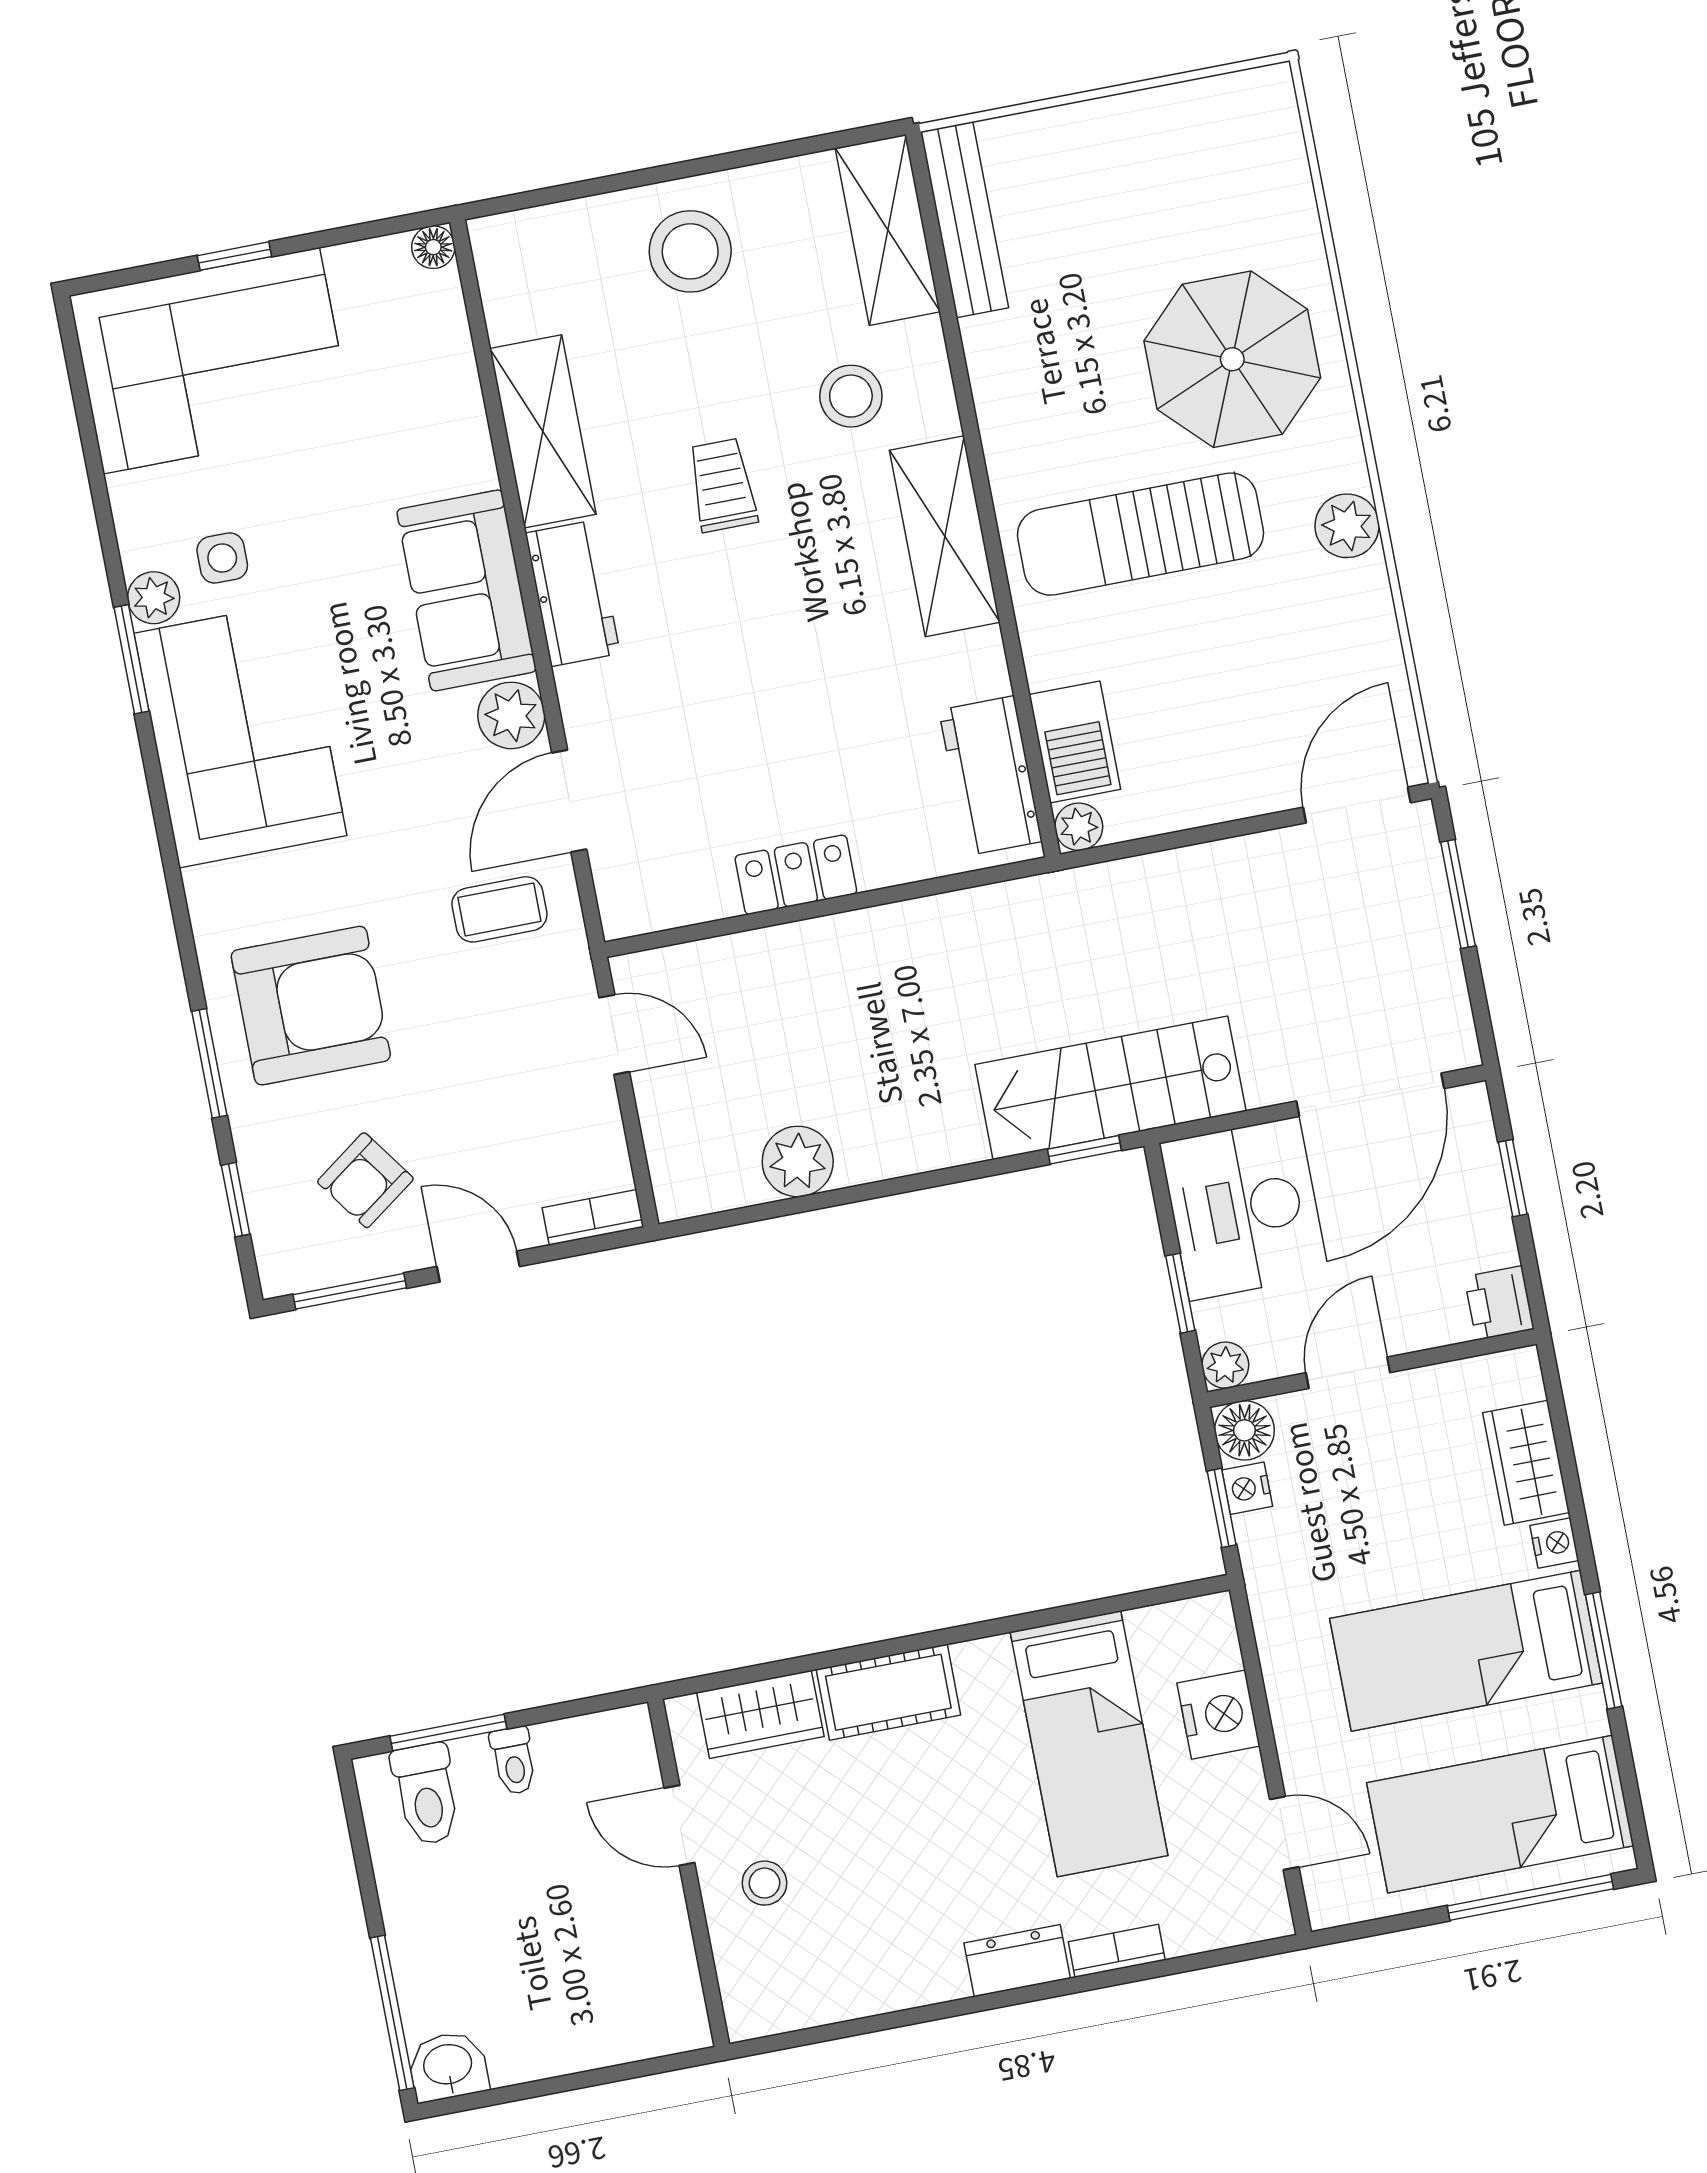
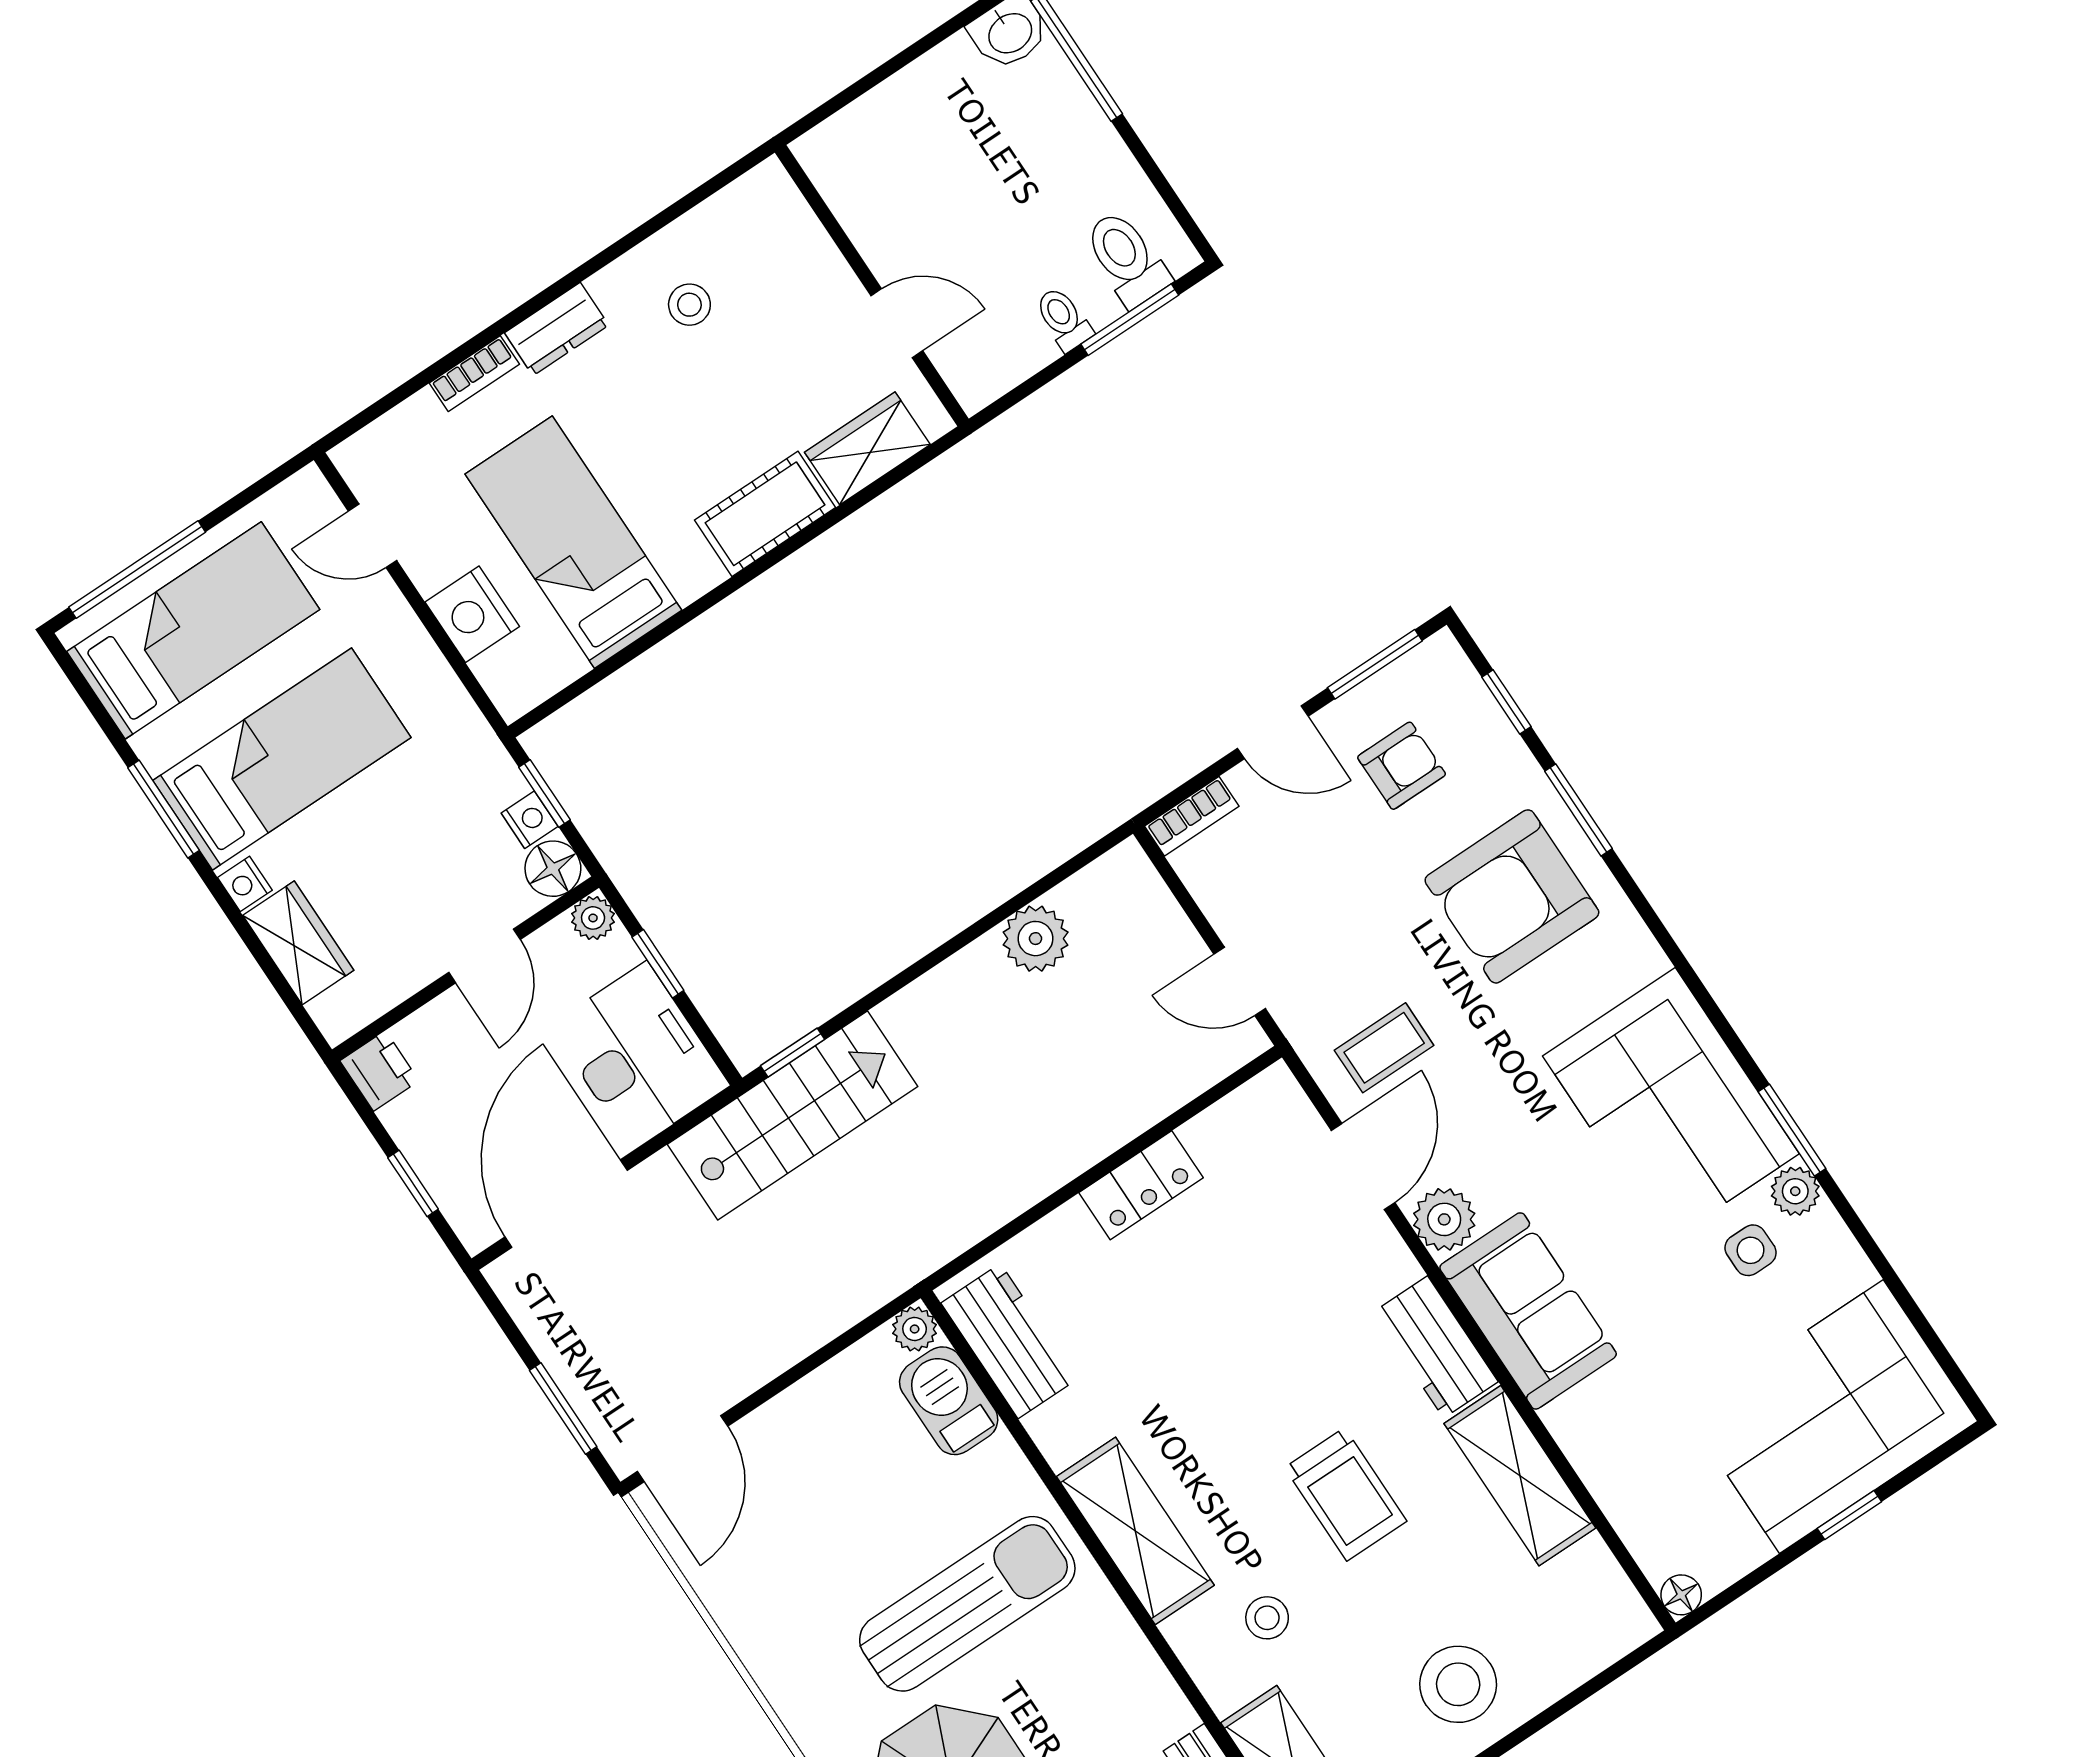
stool: (851, 396) -> (1267, 1618), width x0.73, depth x0.73
trolley: (722, 485) -> (1346, 1494), width x1.36, depth x1.39
plant: (1347, 526) -> (792, 1686), removed
armchair: (365, 1180) -> (1402, 766), turned 36
stool: (765, 1883) -> (689, 305), moved

